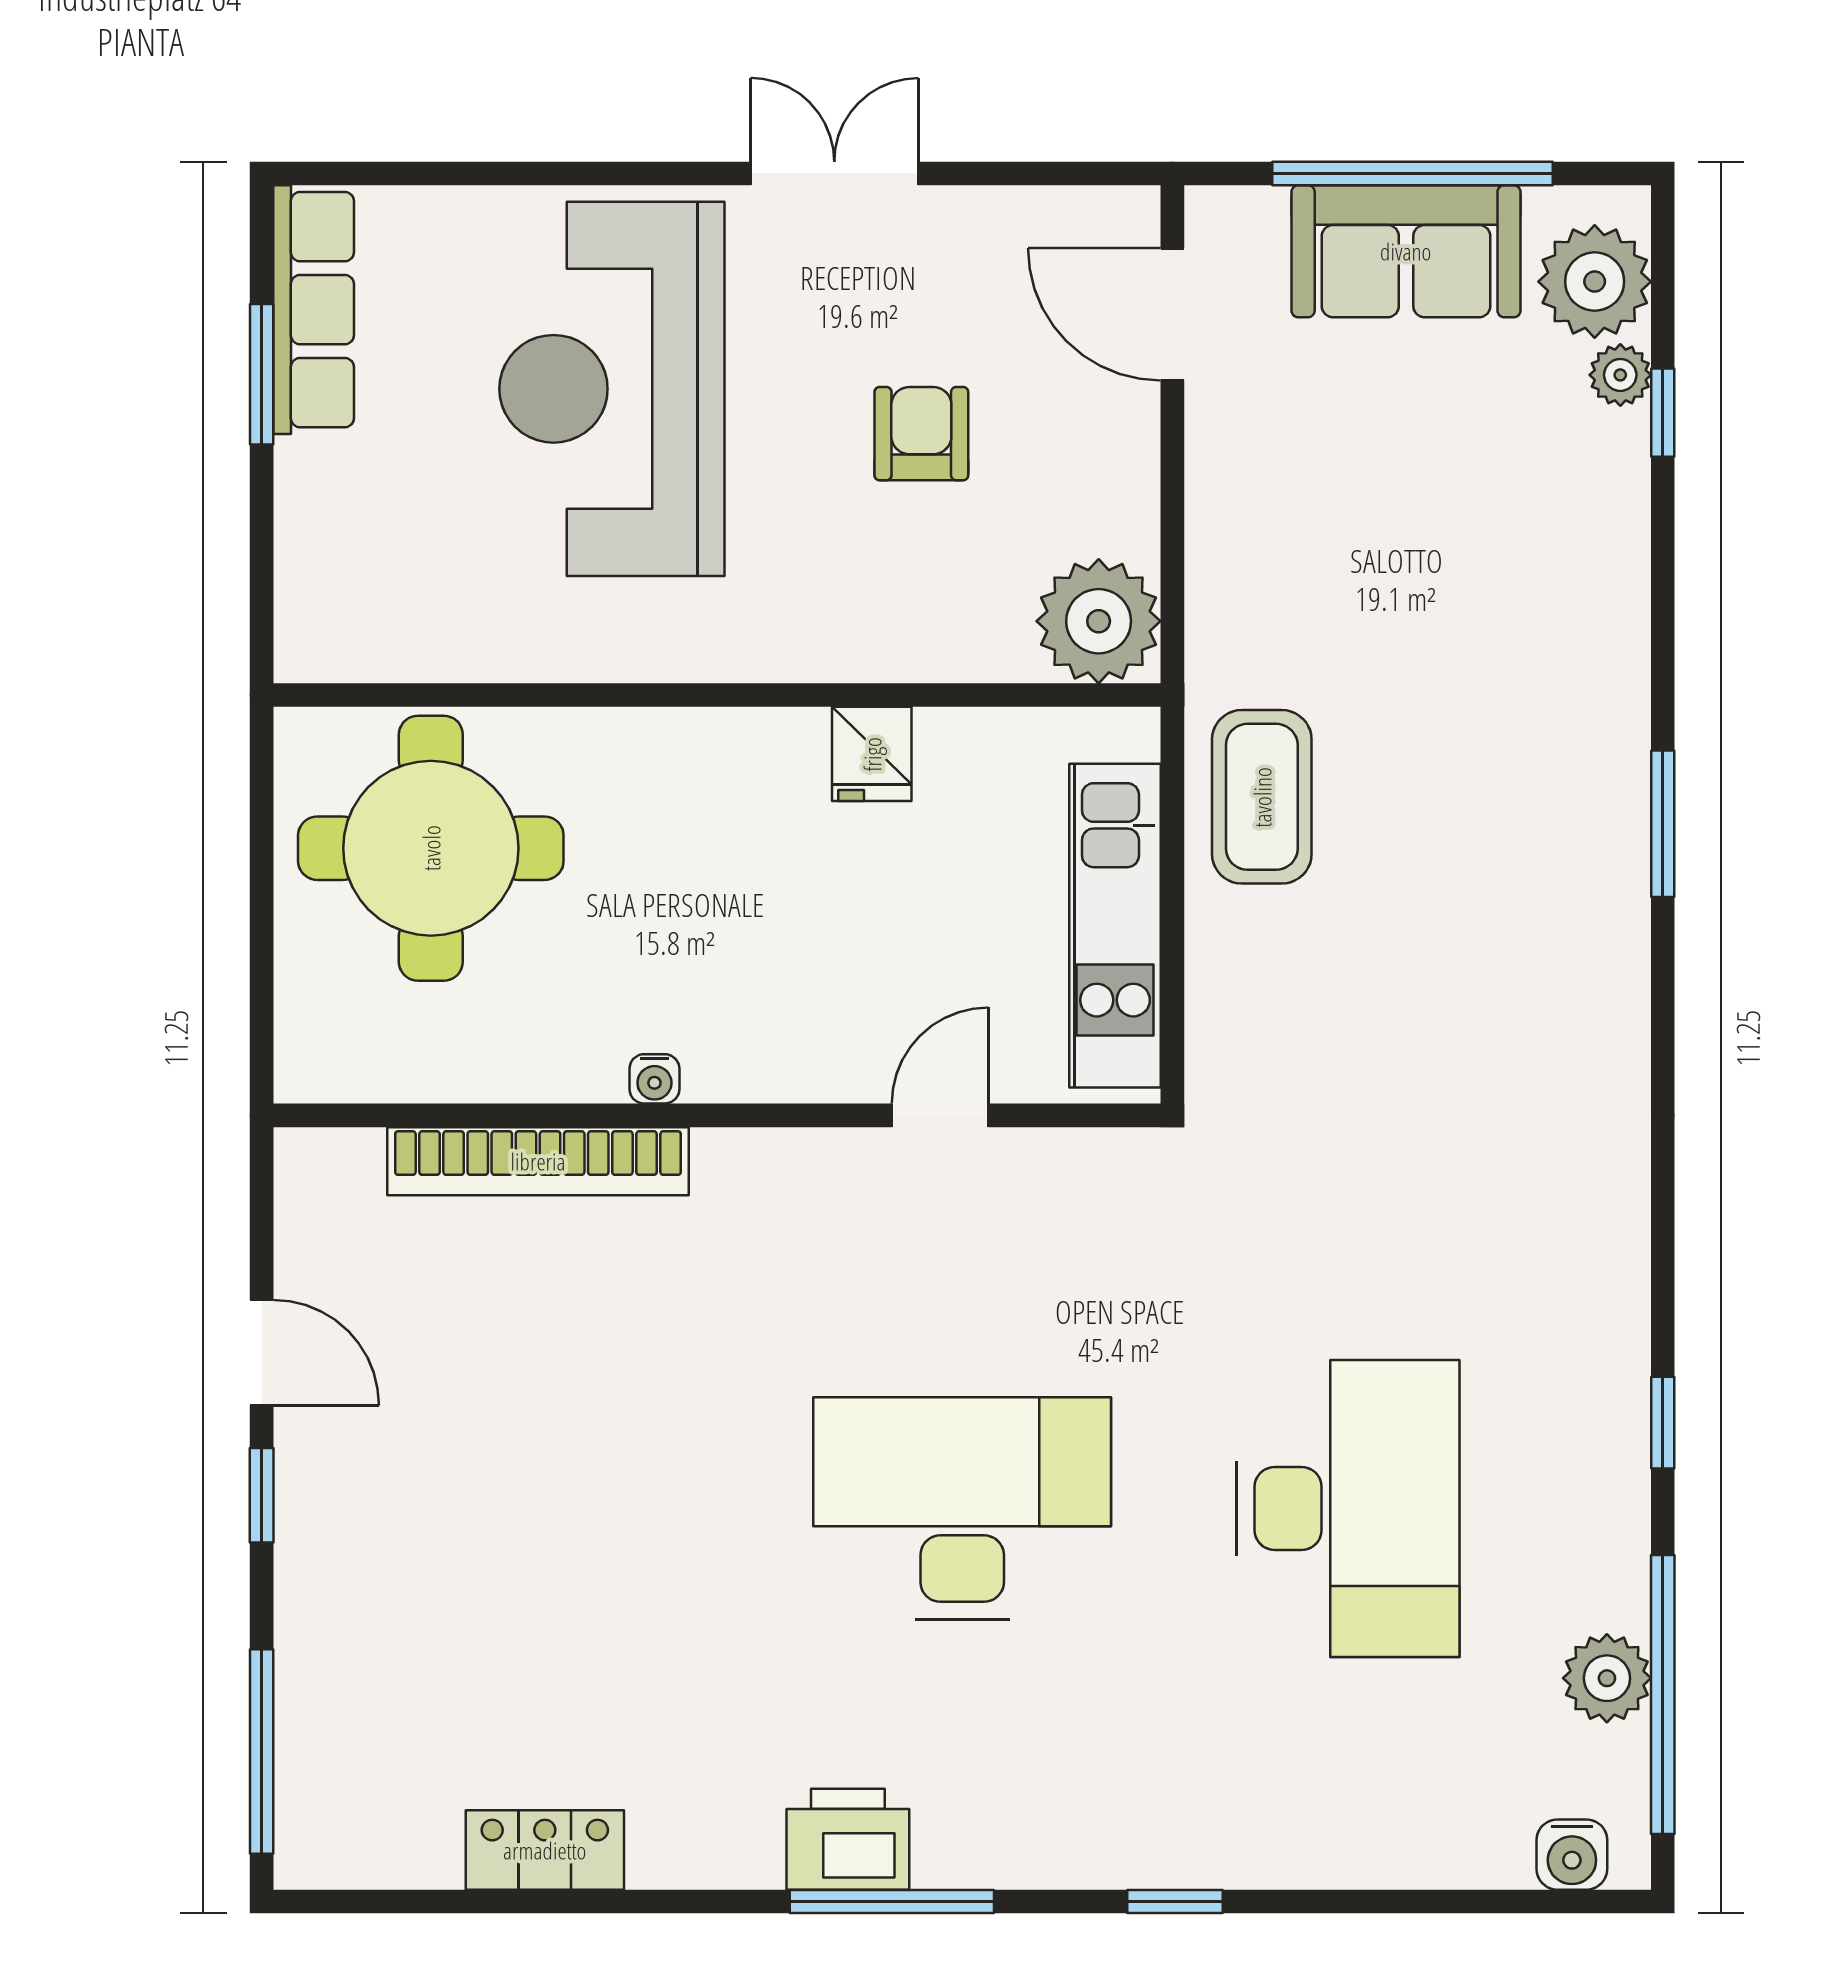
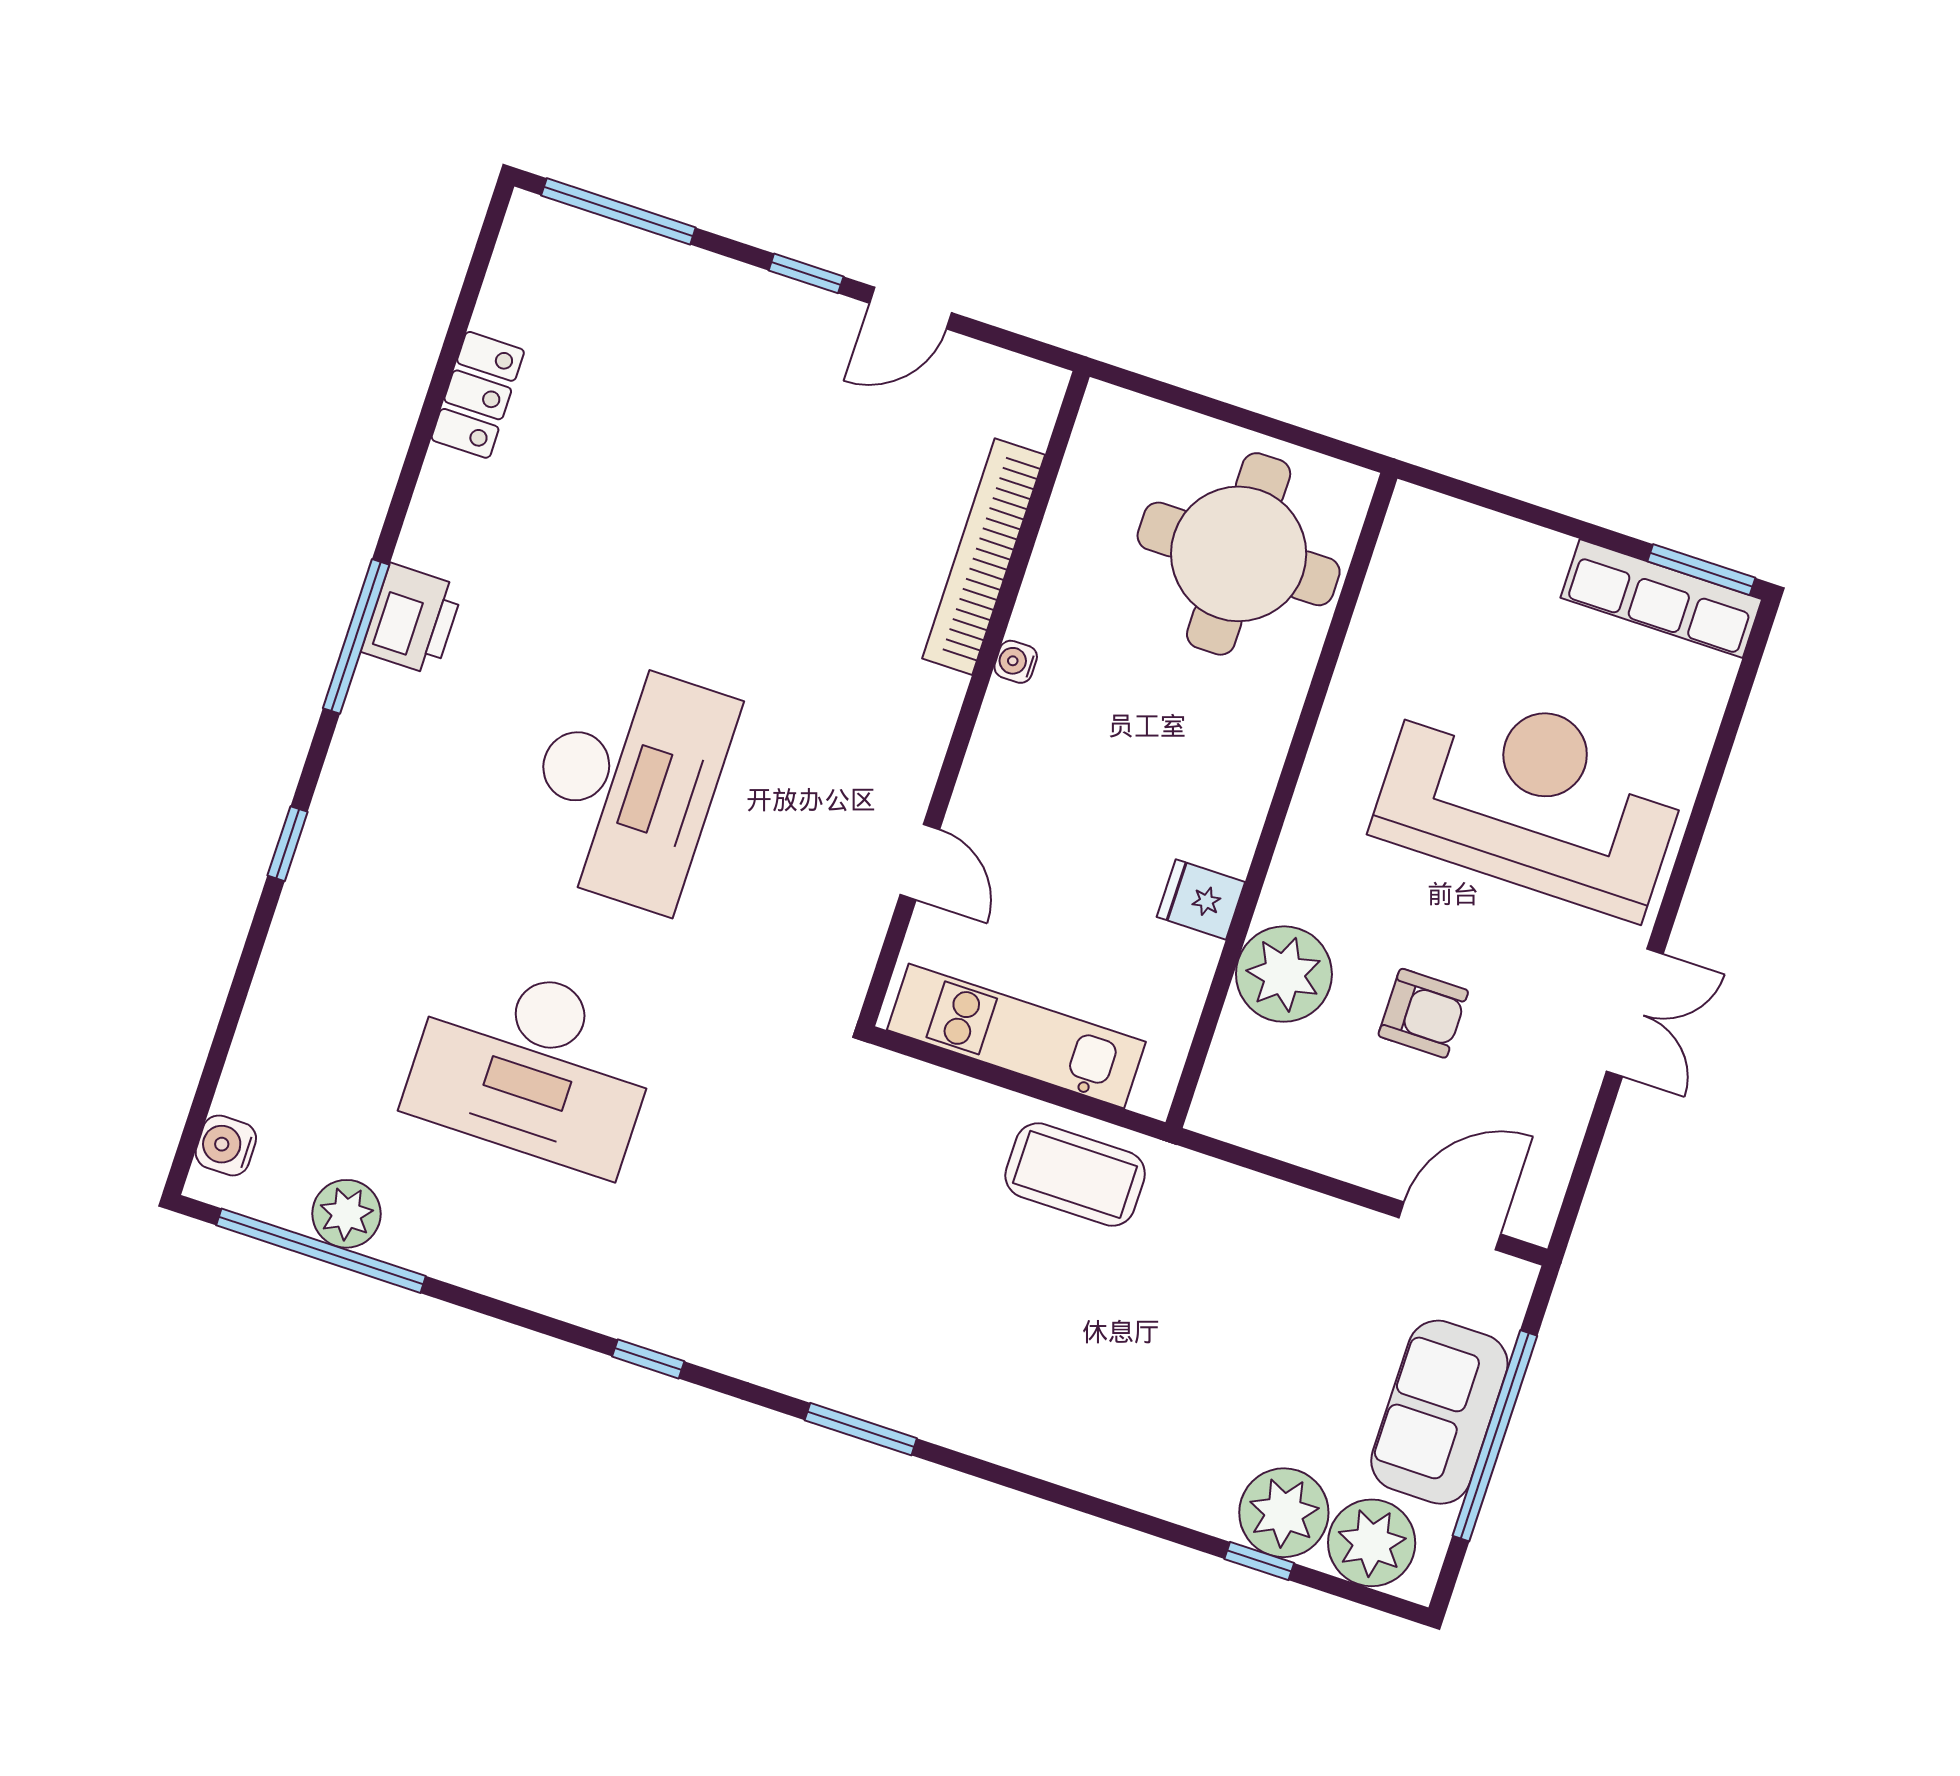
window: (262, 374) -> (1701, 570), moved
plant: (1620, 375) -> (1284, 1513), width x1.88, depth x1.88
plant: (1099, 621) -> (1284, 974), moved
window: (1663, 824) -> (861, 1429), moved
window: (1663, 1423) -> (648, 1359), moved

